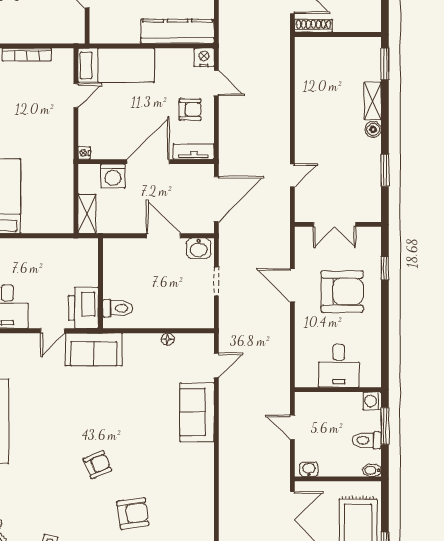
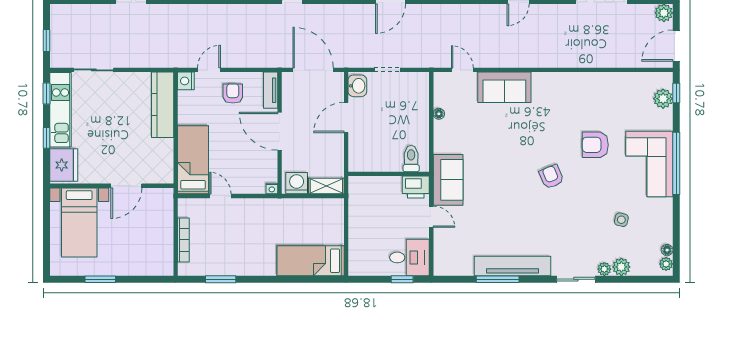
washing machine: (113, 176) -> (297, 183), moved, turned -90
printer: (83, 308) -> (416, 187), width x0.73, depth x0.84
armchair: (133, 513) -> (595, 145), turned -82

